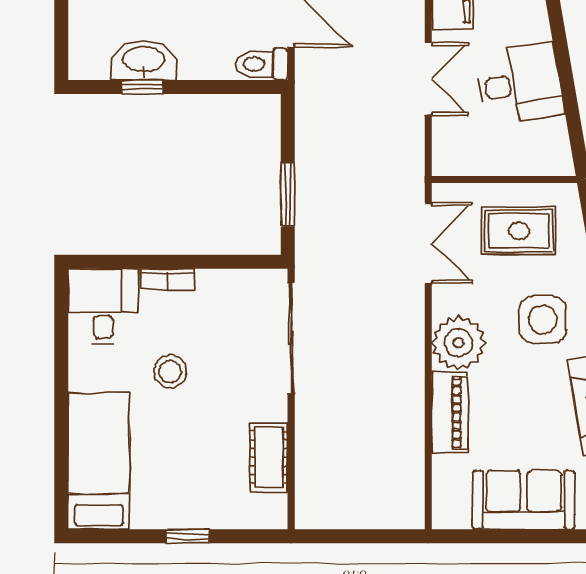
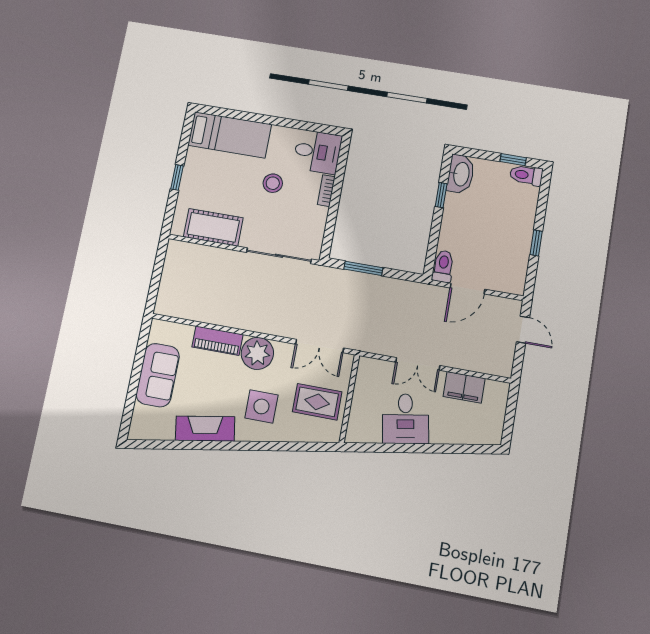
washbasin: (144, 60) -> (461, 174), moved
rug: (519, 231) -> (317, 402), turned 90
cot: (269, 457) -> (213, 227), width x1.37, depth x1.34

